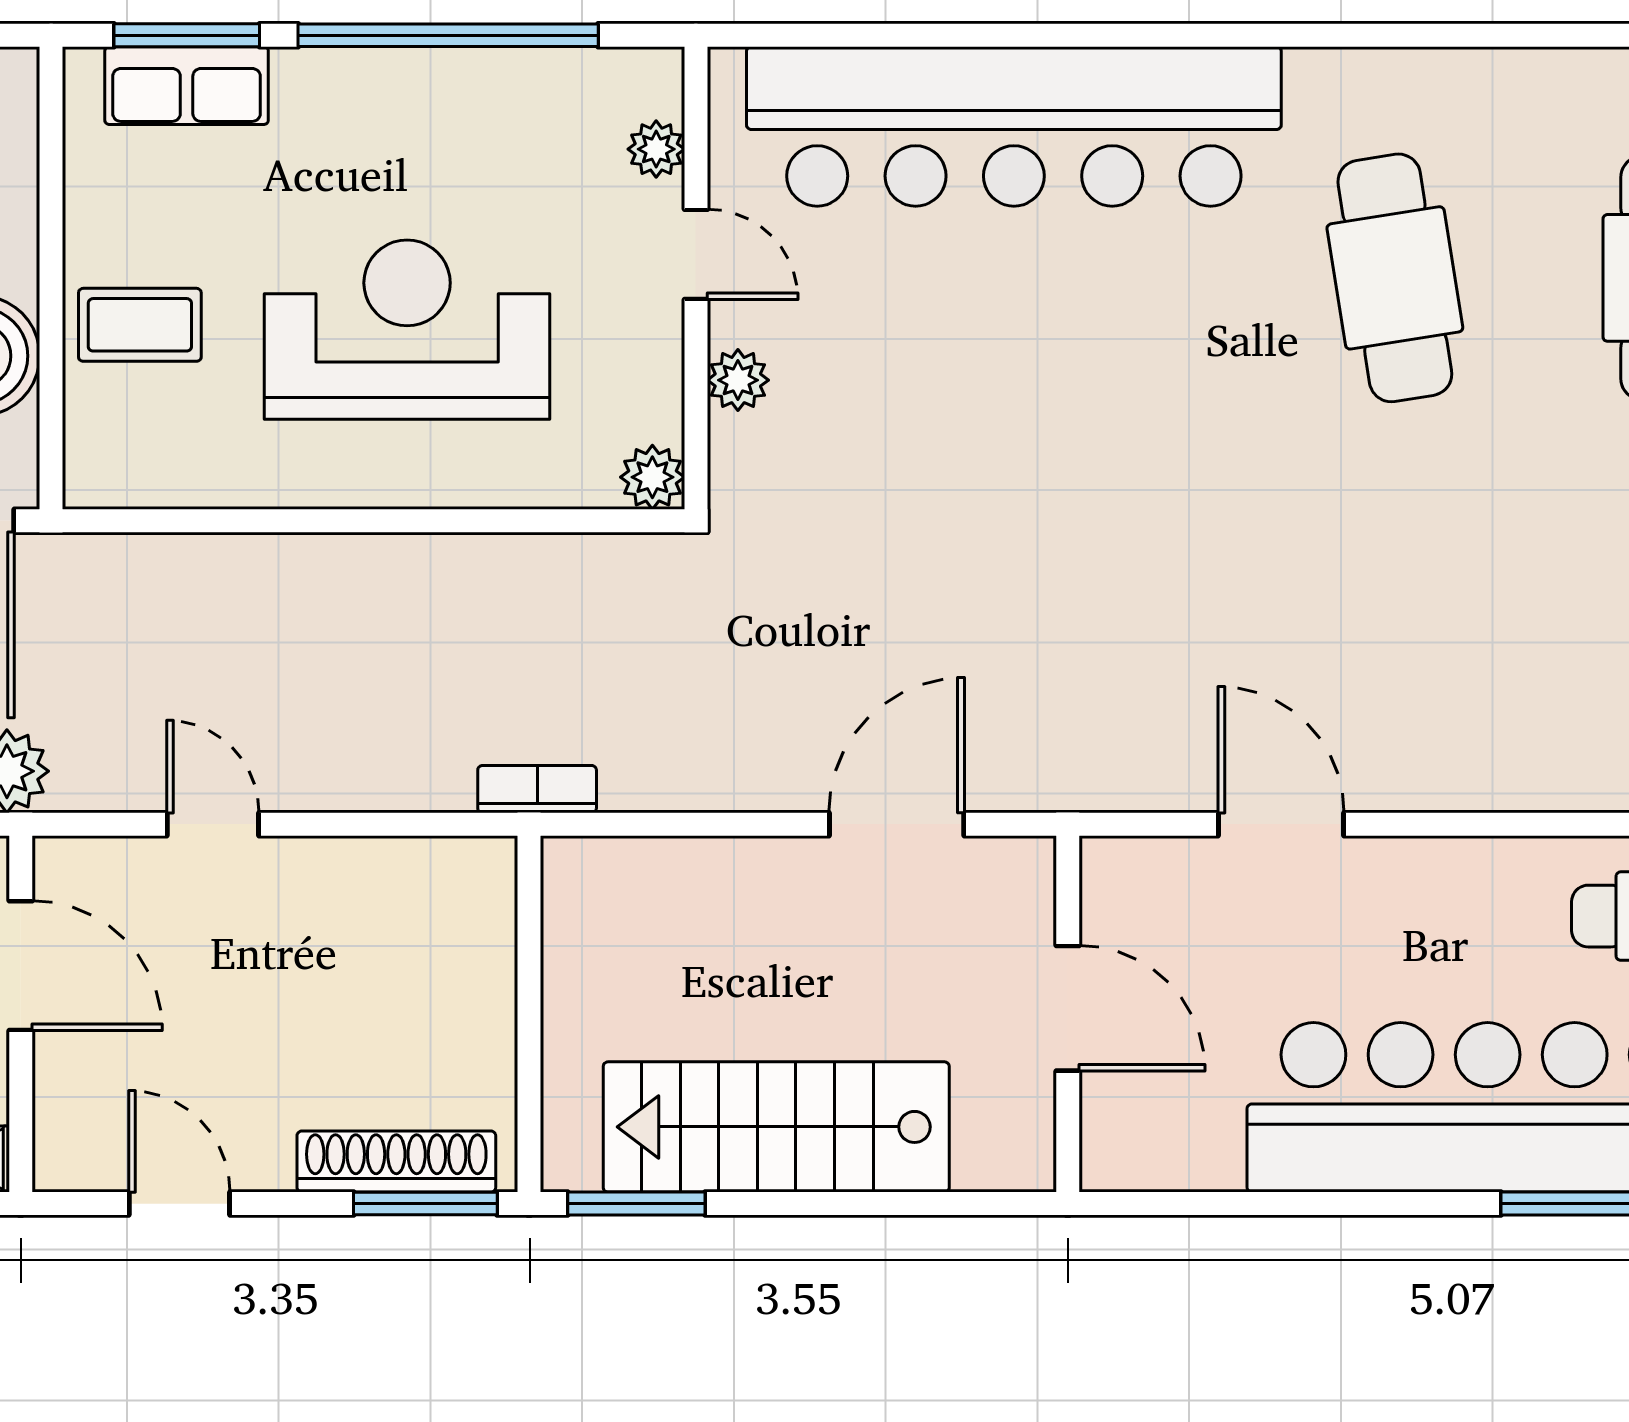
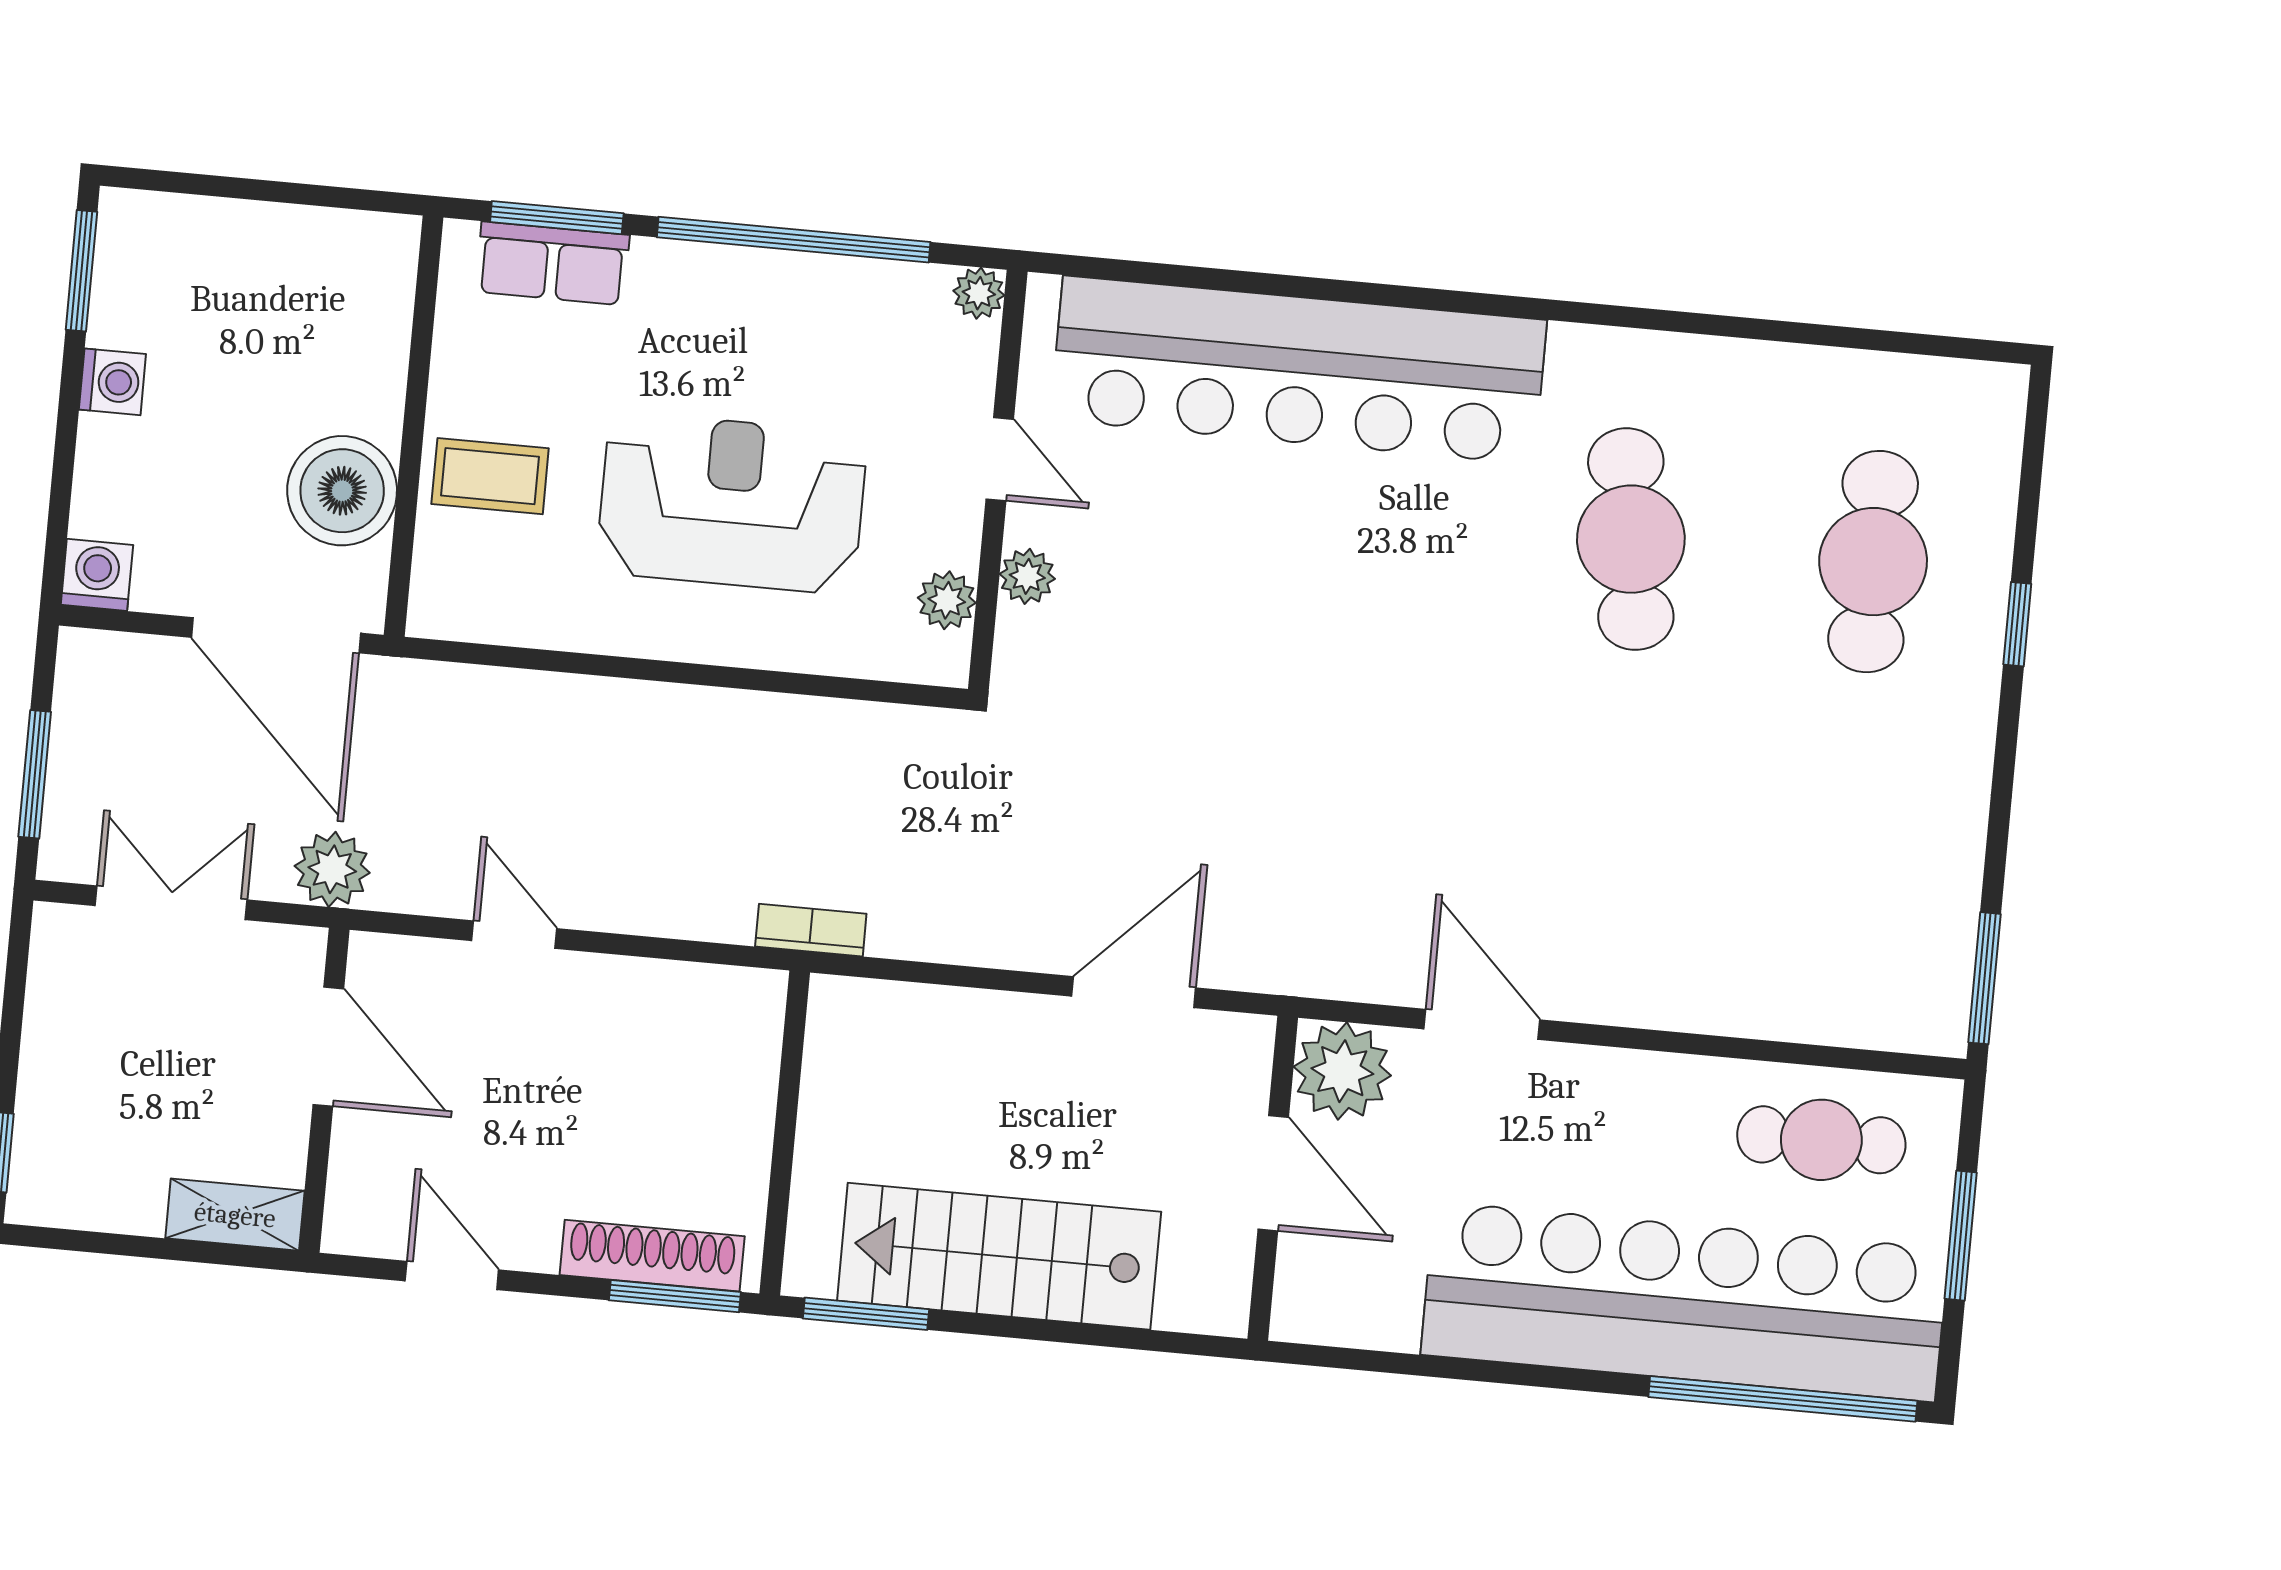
plant: (656, 149) -> (979, 293), moved
plant: (652, 477) -> (947, 600), moved
plant: (1133, 890) -> (1342, 1071), added

